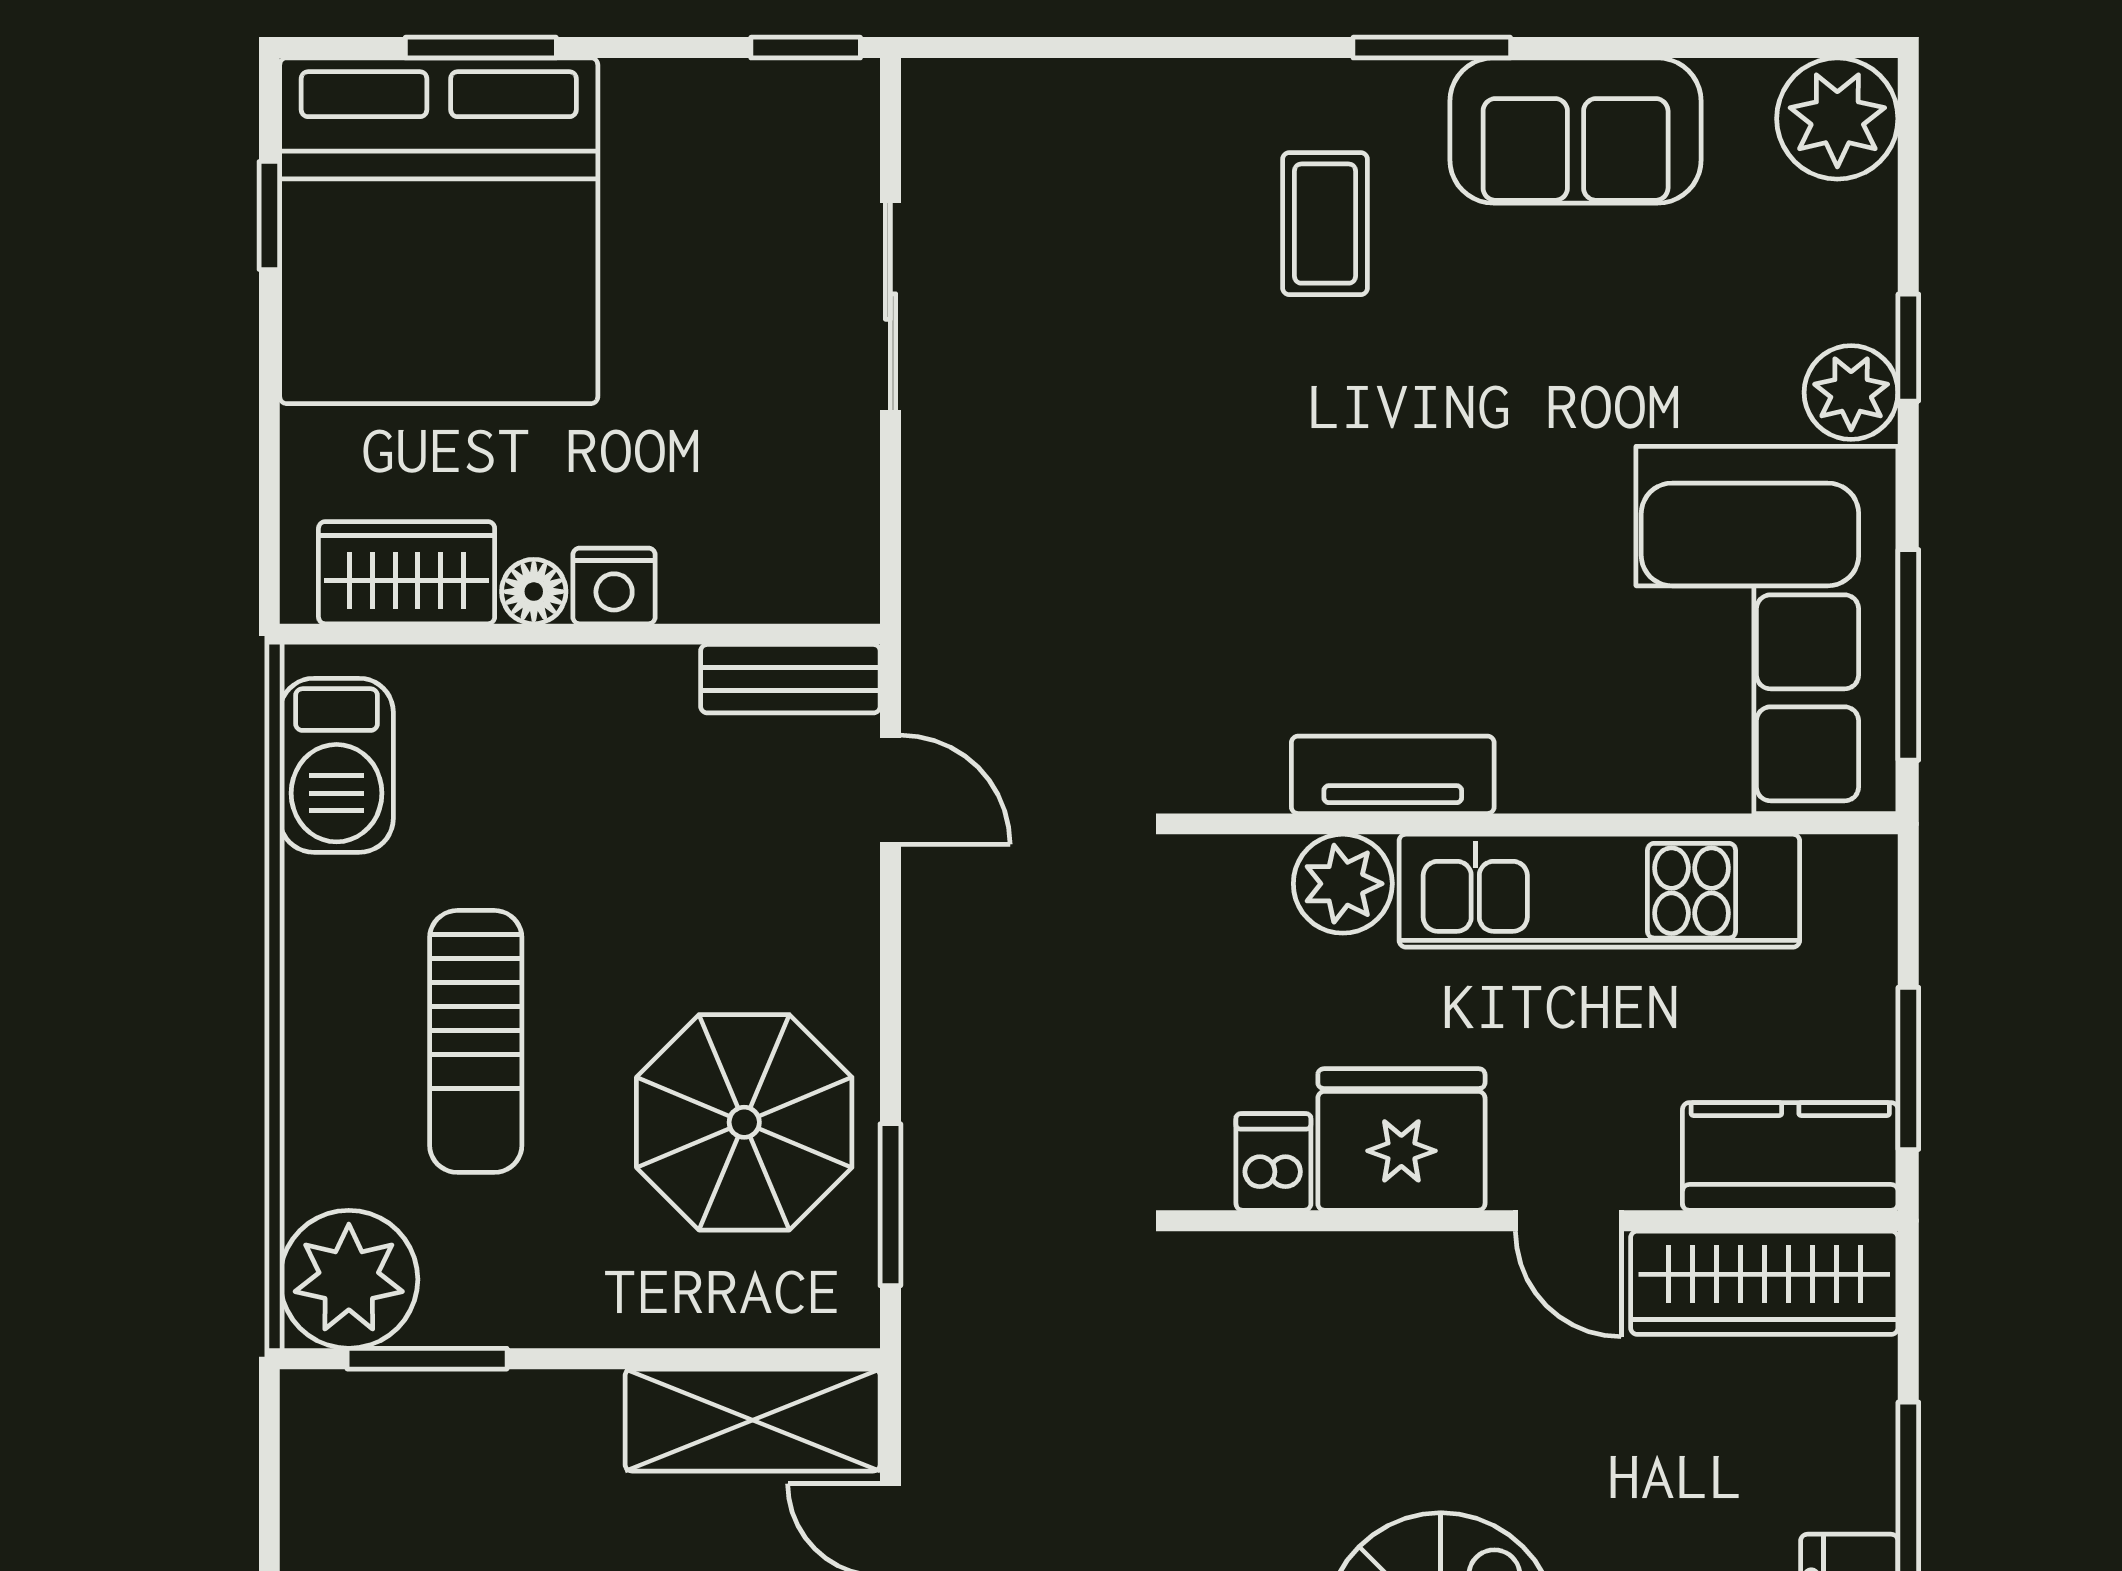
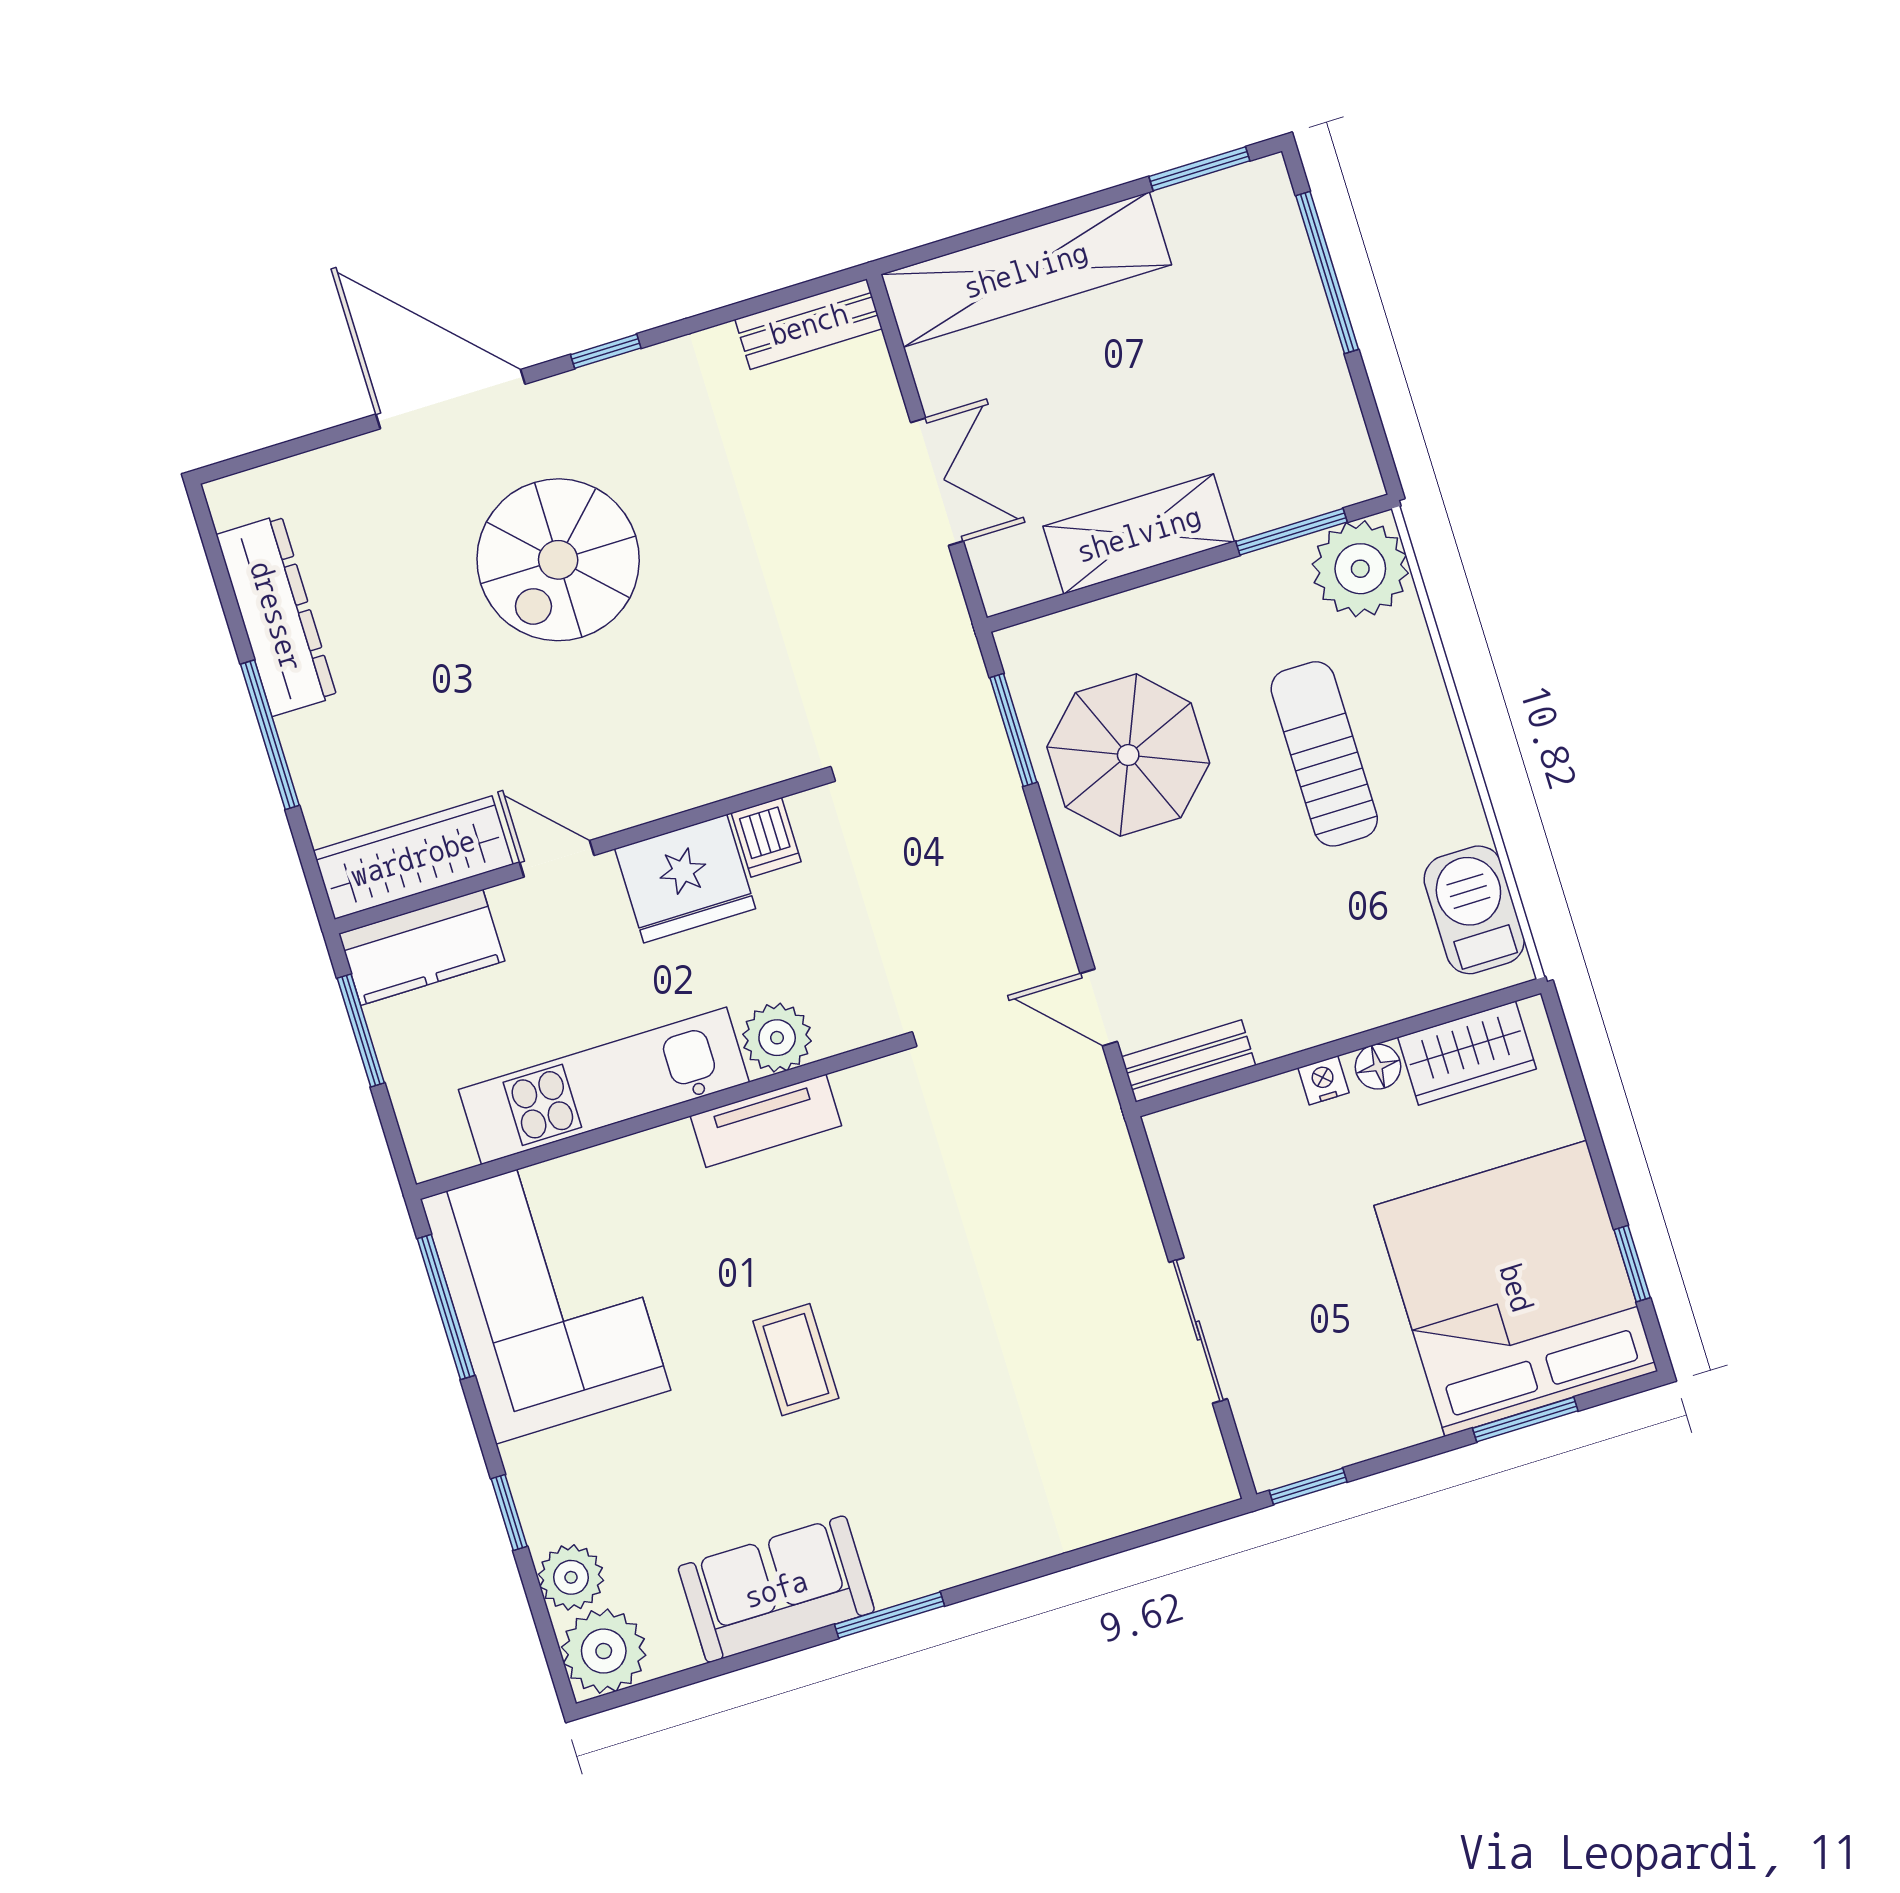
coffee table: (1325, 224) -> (796, 1360), moved
plant: (1851, 392) -> (571, 1577), moved
nightstand: (614, 586) -> (1323, 1080), width x0.72, depth x0.74
shelving: (753, 1420) -> (1139, 534), moved

